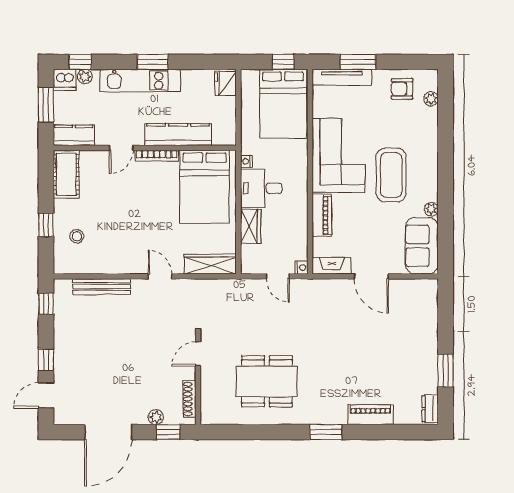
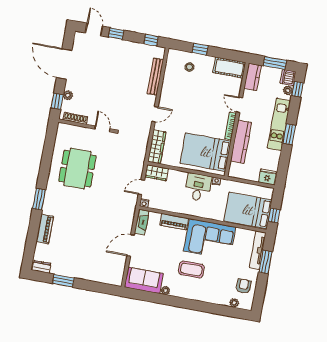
coffee table: (391, 175) -> (191, 269), width x0.73, depth x0.76
wardrobe: (251, 226) -> (157, 173), moved

